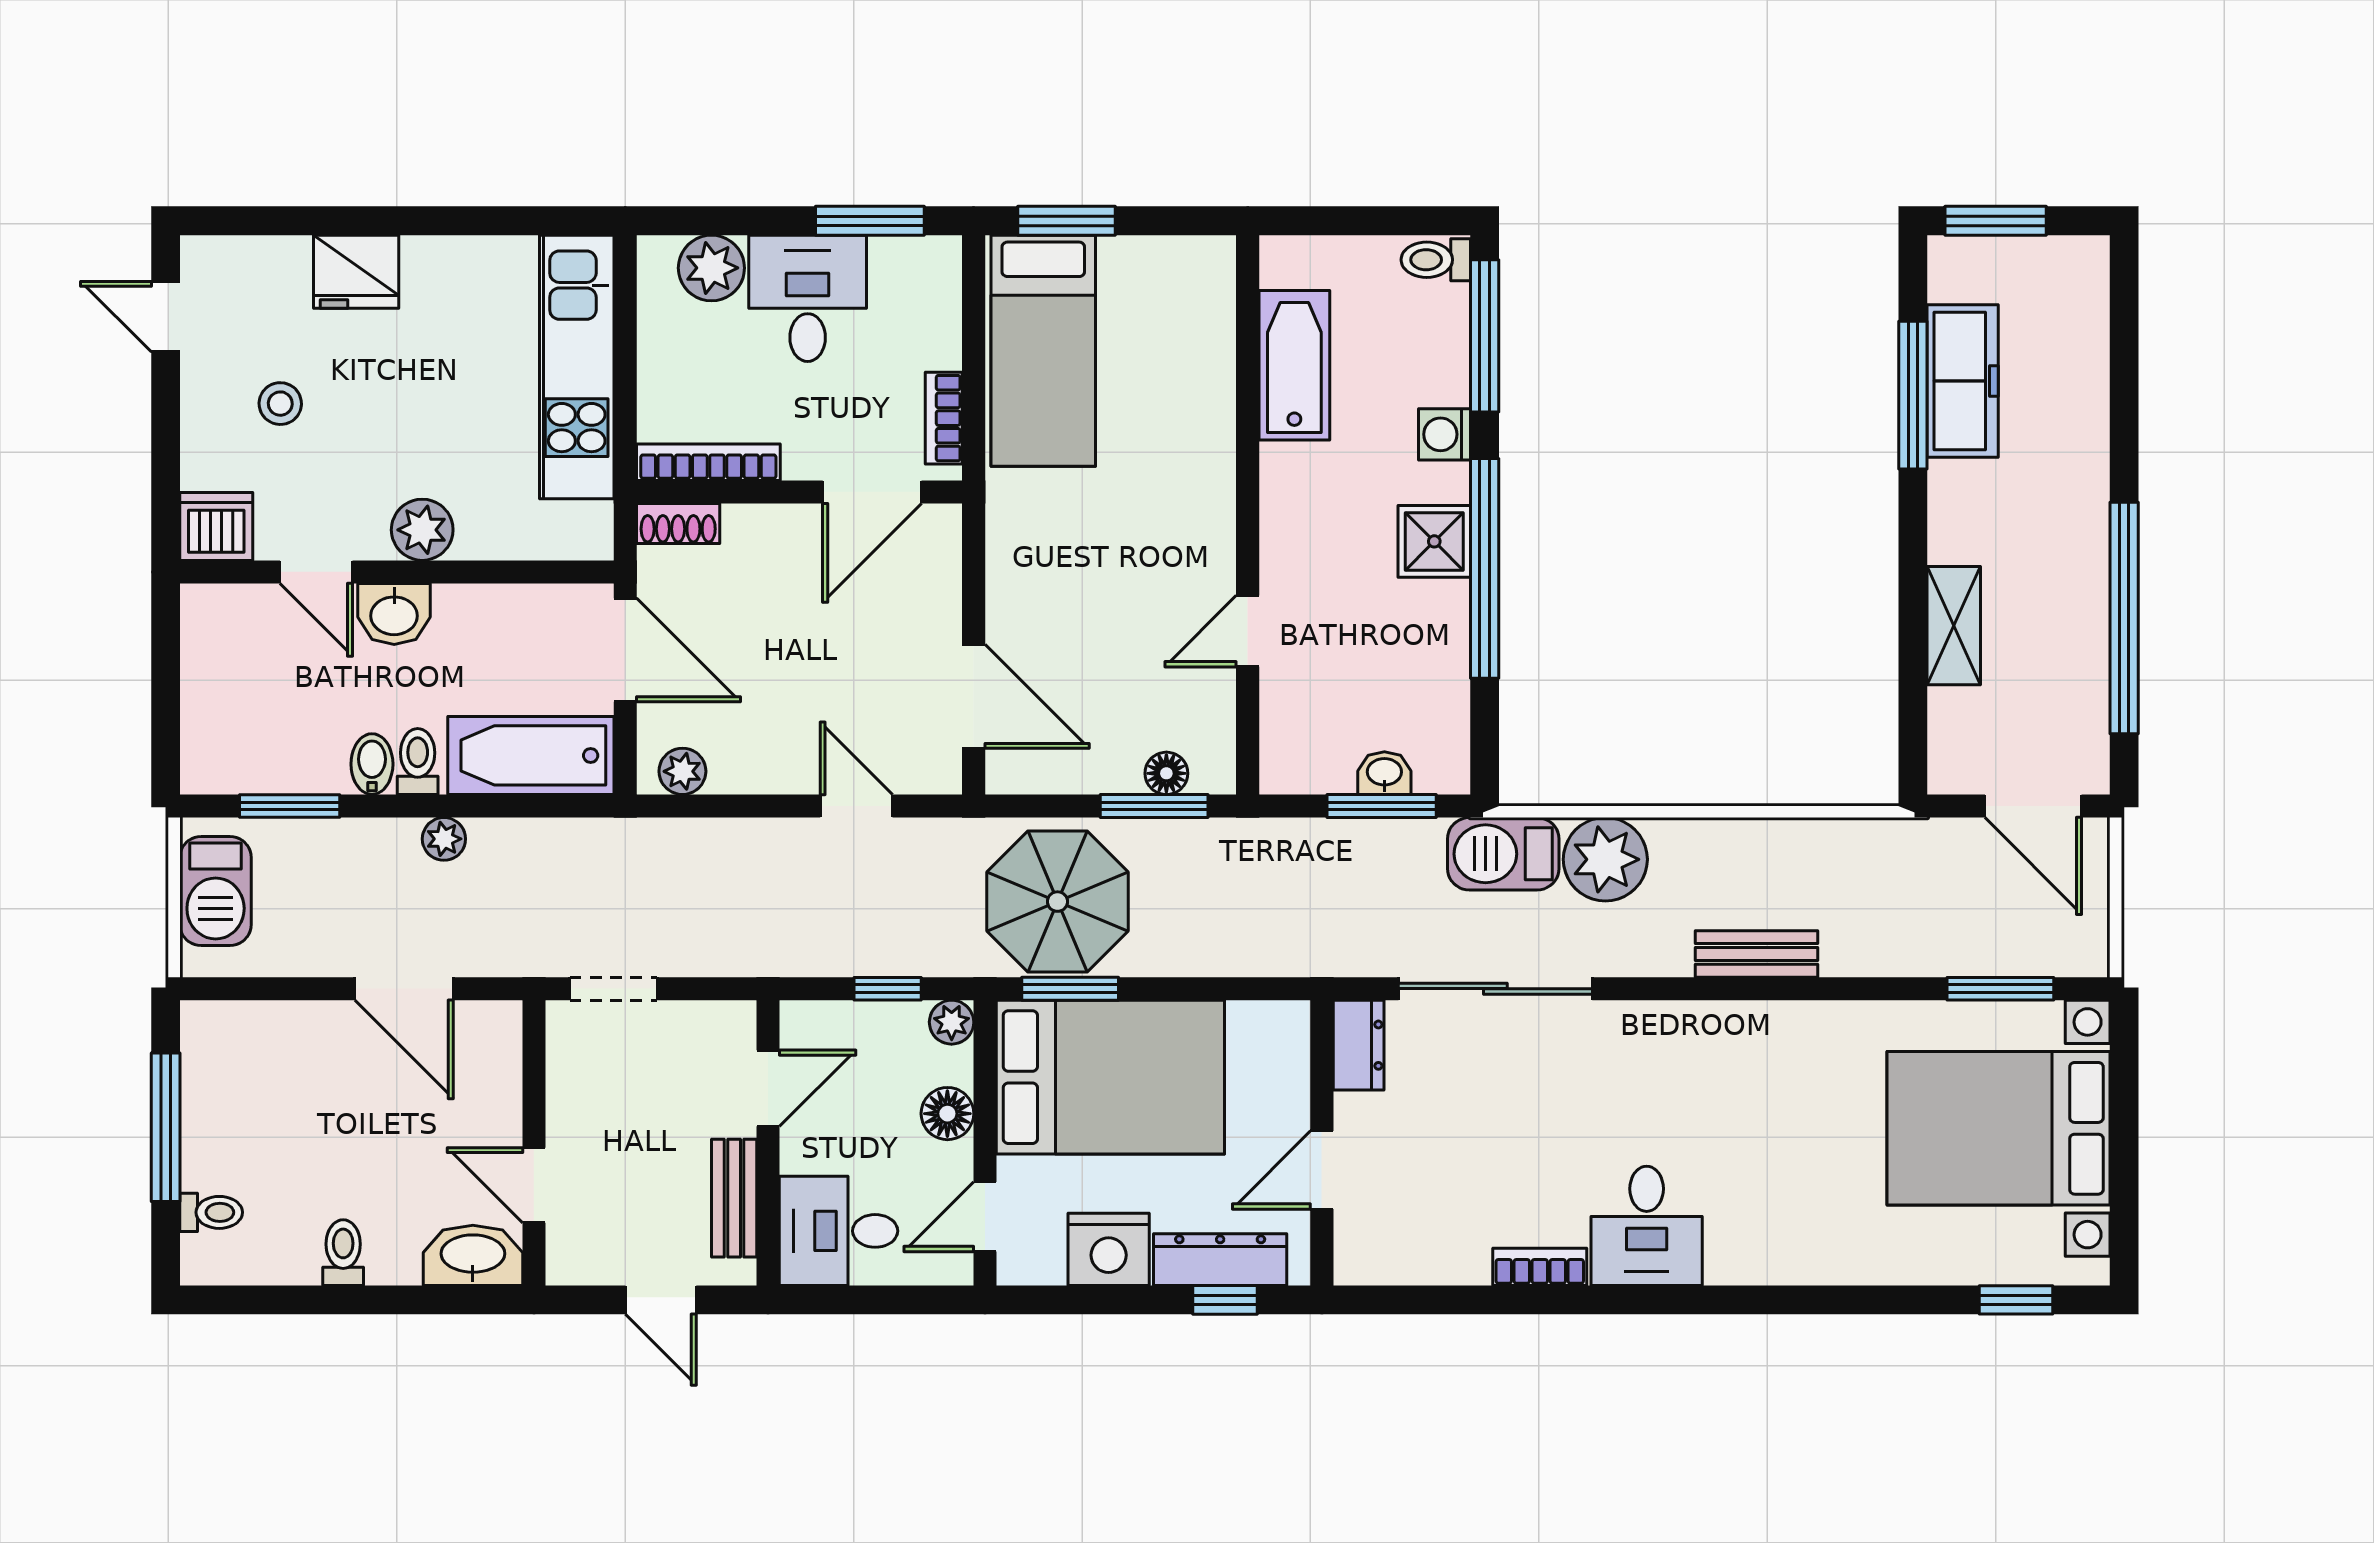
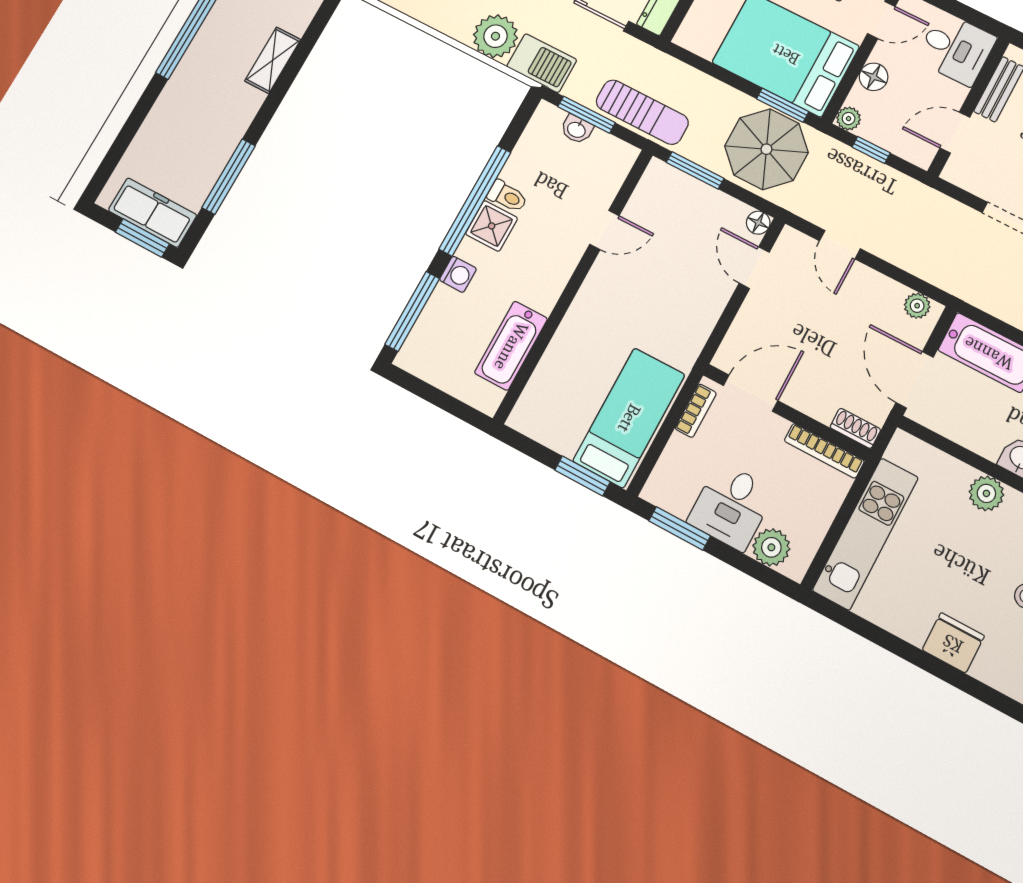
toilet: (1436, 260) -> (507, 196), moved
freezer: (1963, 381) -> (153, 213), moved, turned 90
door: (974, 696) -> (754, 268), width x0.73
floor lamp: (1166, 773) -> (758, 223), moved
sun lounger: (1293, 858) -> (642, 112), added

